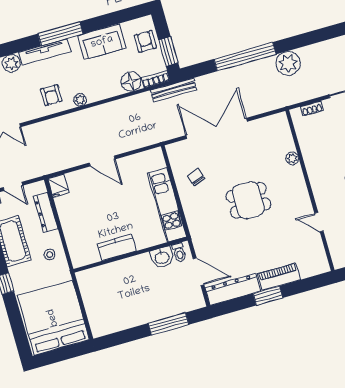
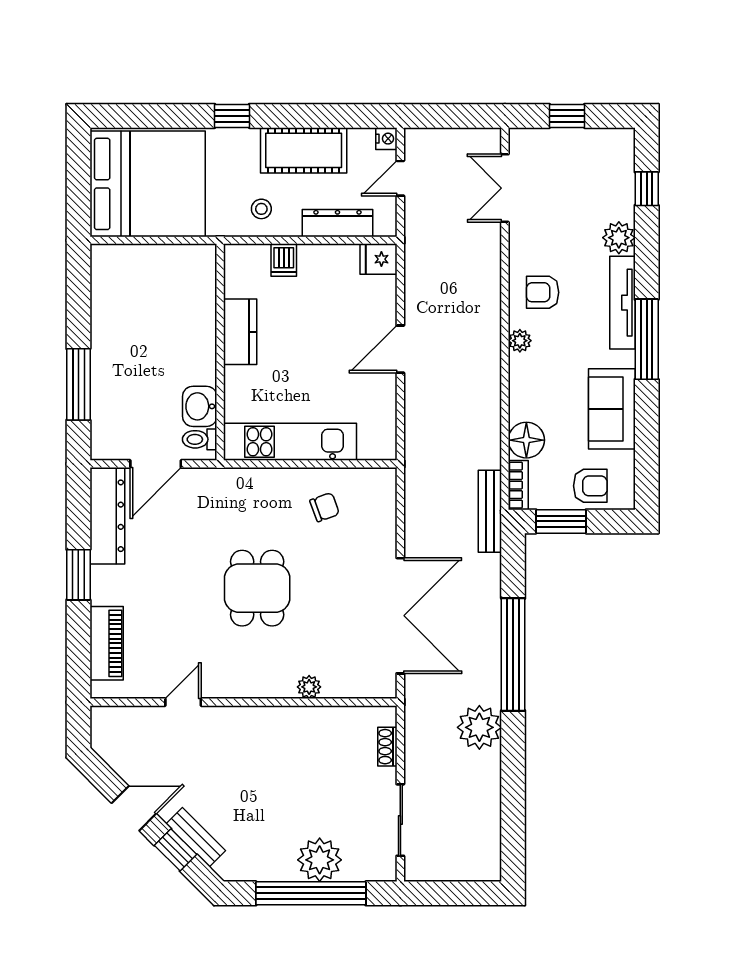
double door: (217, 128) -> (400, 616), moved
dishwasher: (73, 235) -> (284, 260), added
piano: (279, 277) -> (107, 643), moved

